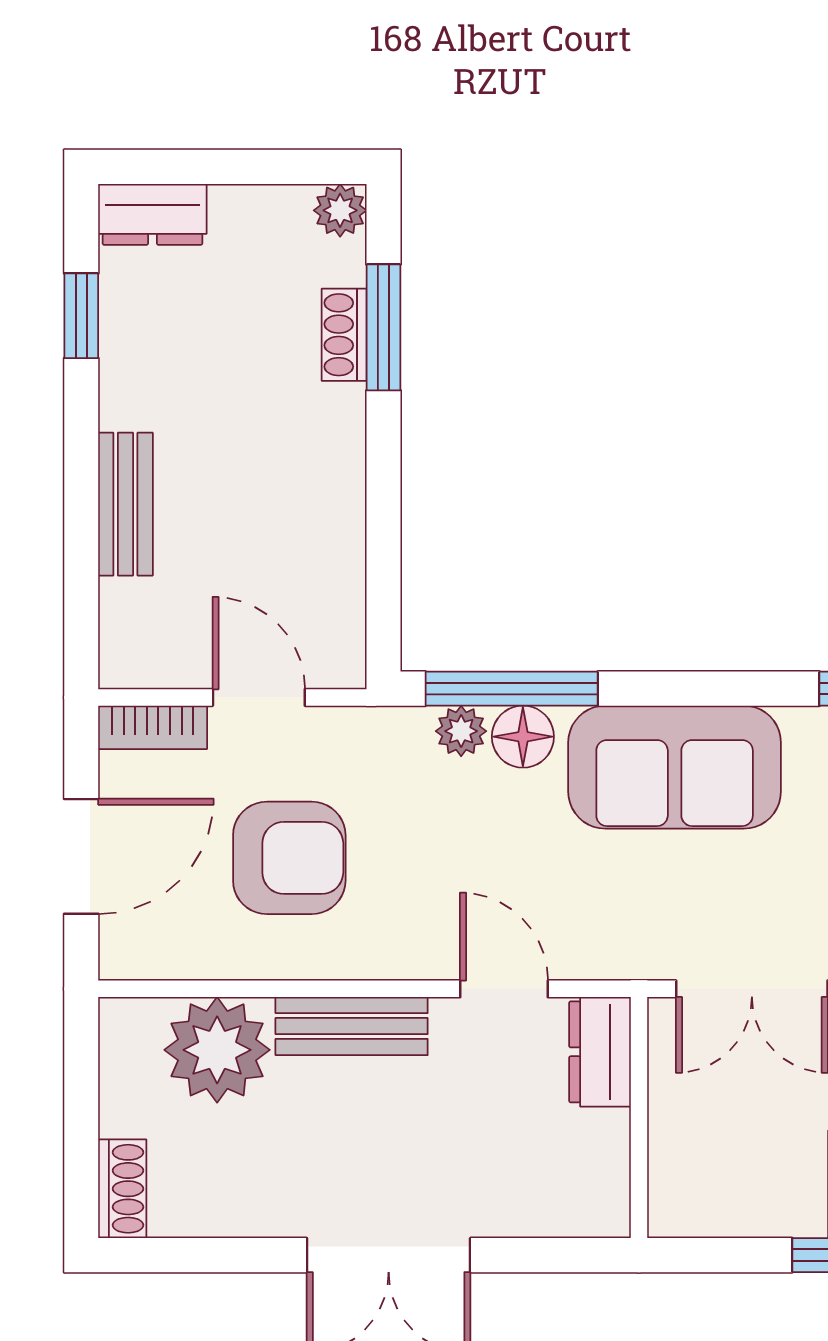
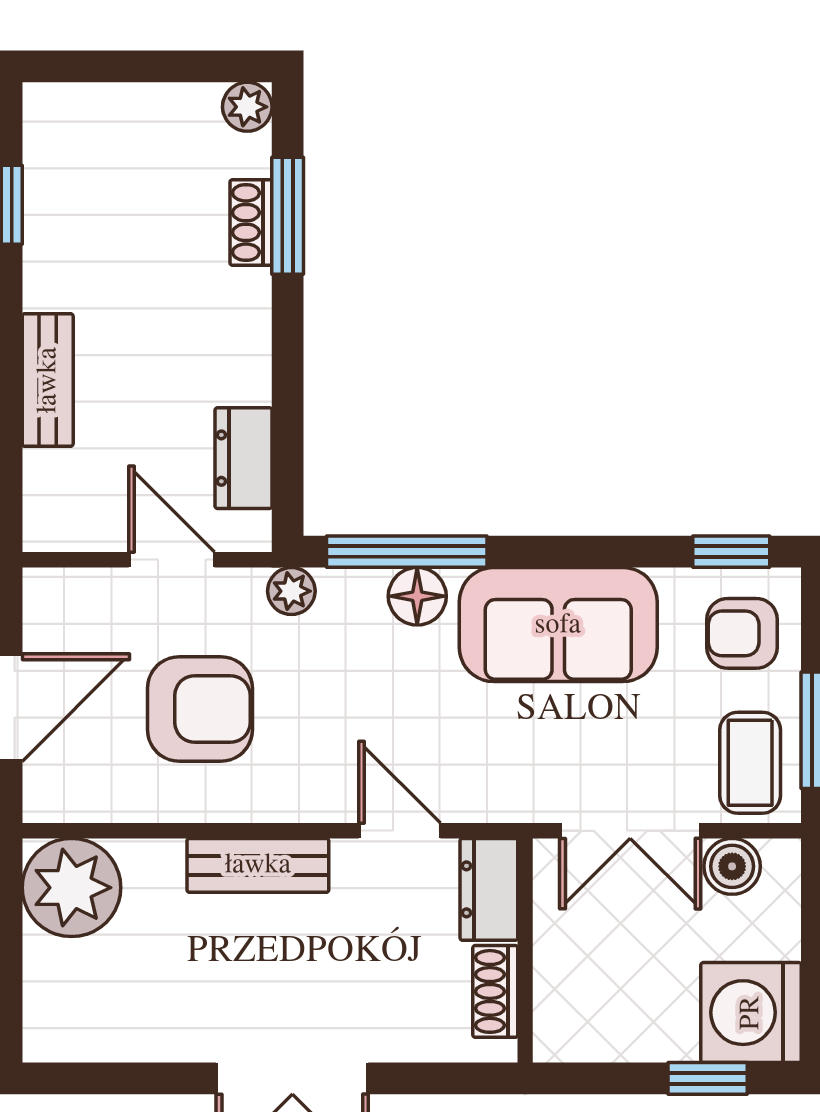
dresser: (152, 214) -> (243, 458), moved, turned 90
bookcase: (153, 727) -> (73, 588), removed
plant: (461, 731) -> (291, 591), moved
plant: (217, 1050) -> (72, 888), moved
shoe rack: (122, 1189) -> (495, 991), moved, turned 180

